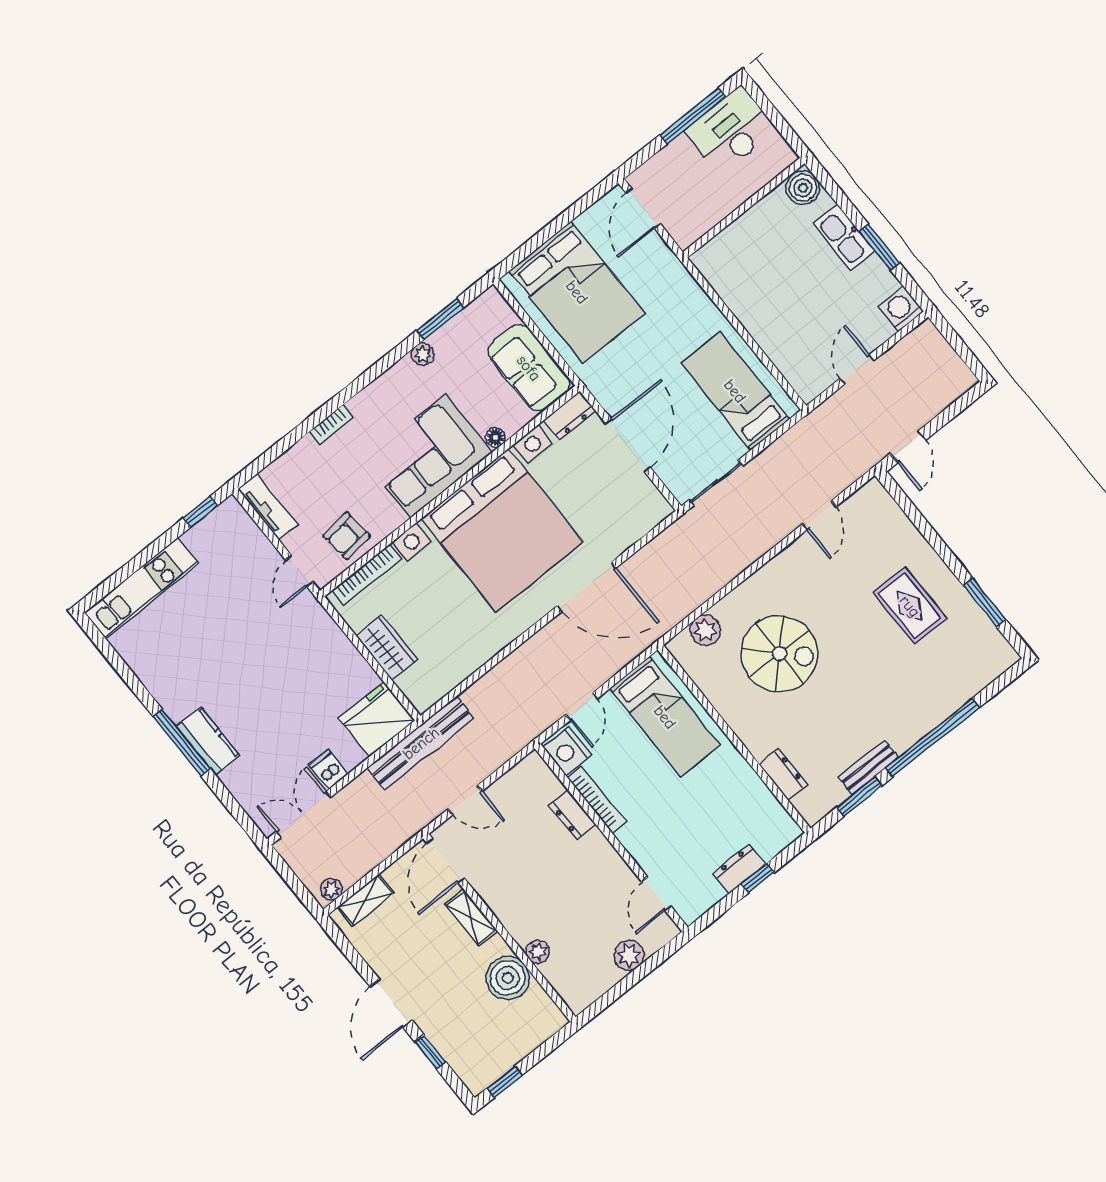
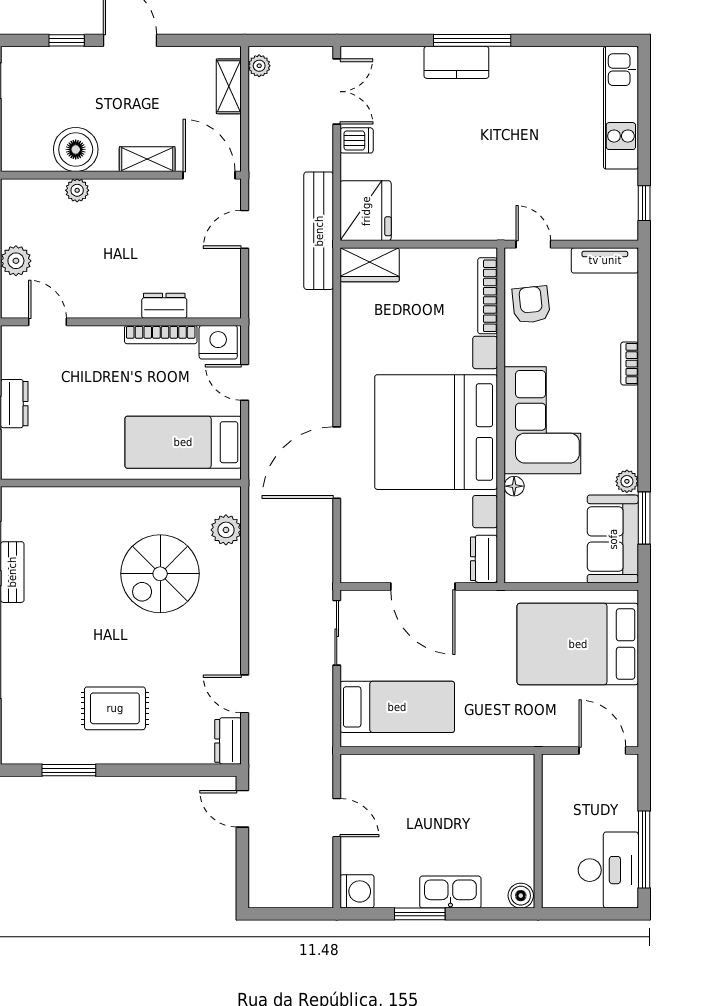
boiler: (803, 188) -> (521, 896), width x0.73, depth x0.73
sofa: (529, 368) -> (613, 539), moved, turned -90
wardrobe: (387, 648) -> (370, 265), moved
dresser: (783, 774) -> (228, 741), moved, turned 90

